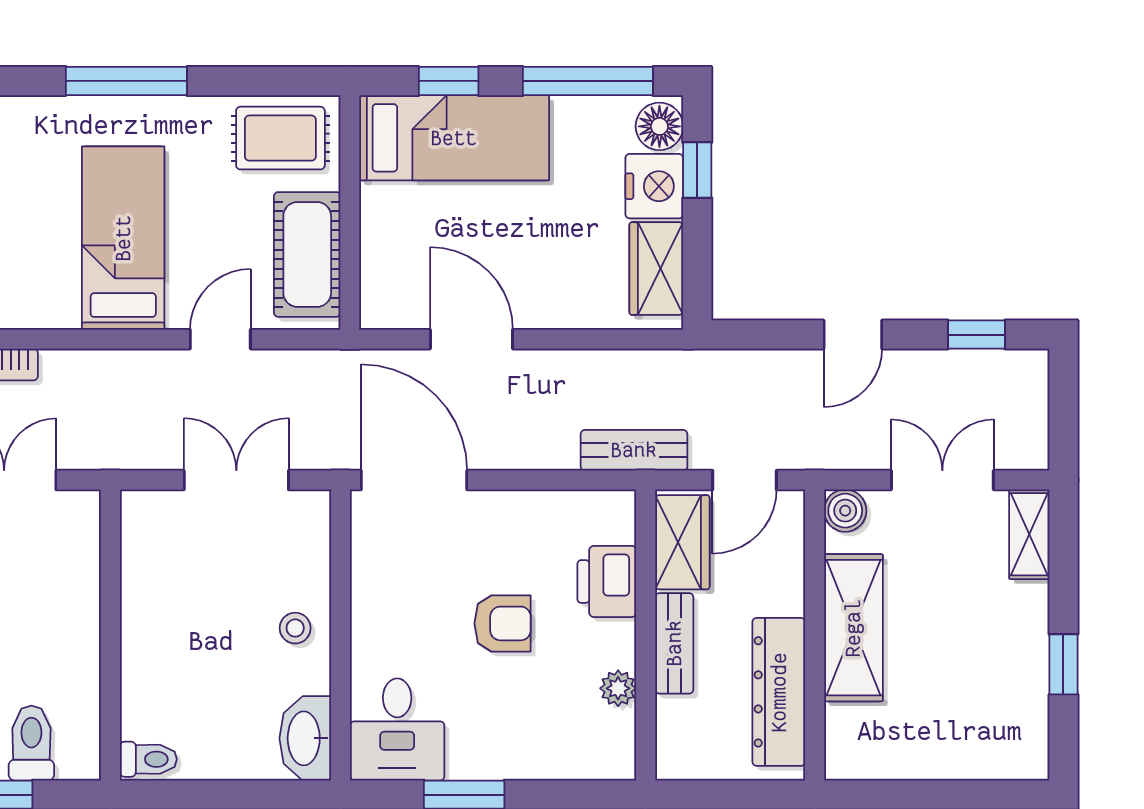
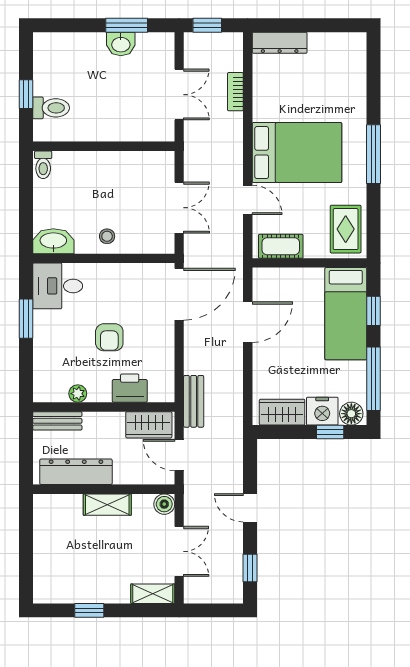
bed: (123, 238) -> (297, 153), width x1.50
cot: (307, 254) -> (281, 246), width x0.73, depth x0.75
shelving: (853, 628) -> (107, 505), width x0.67, depth x0.75
bench: (674, 643) -> (57, 421), moved

